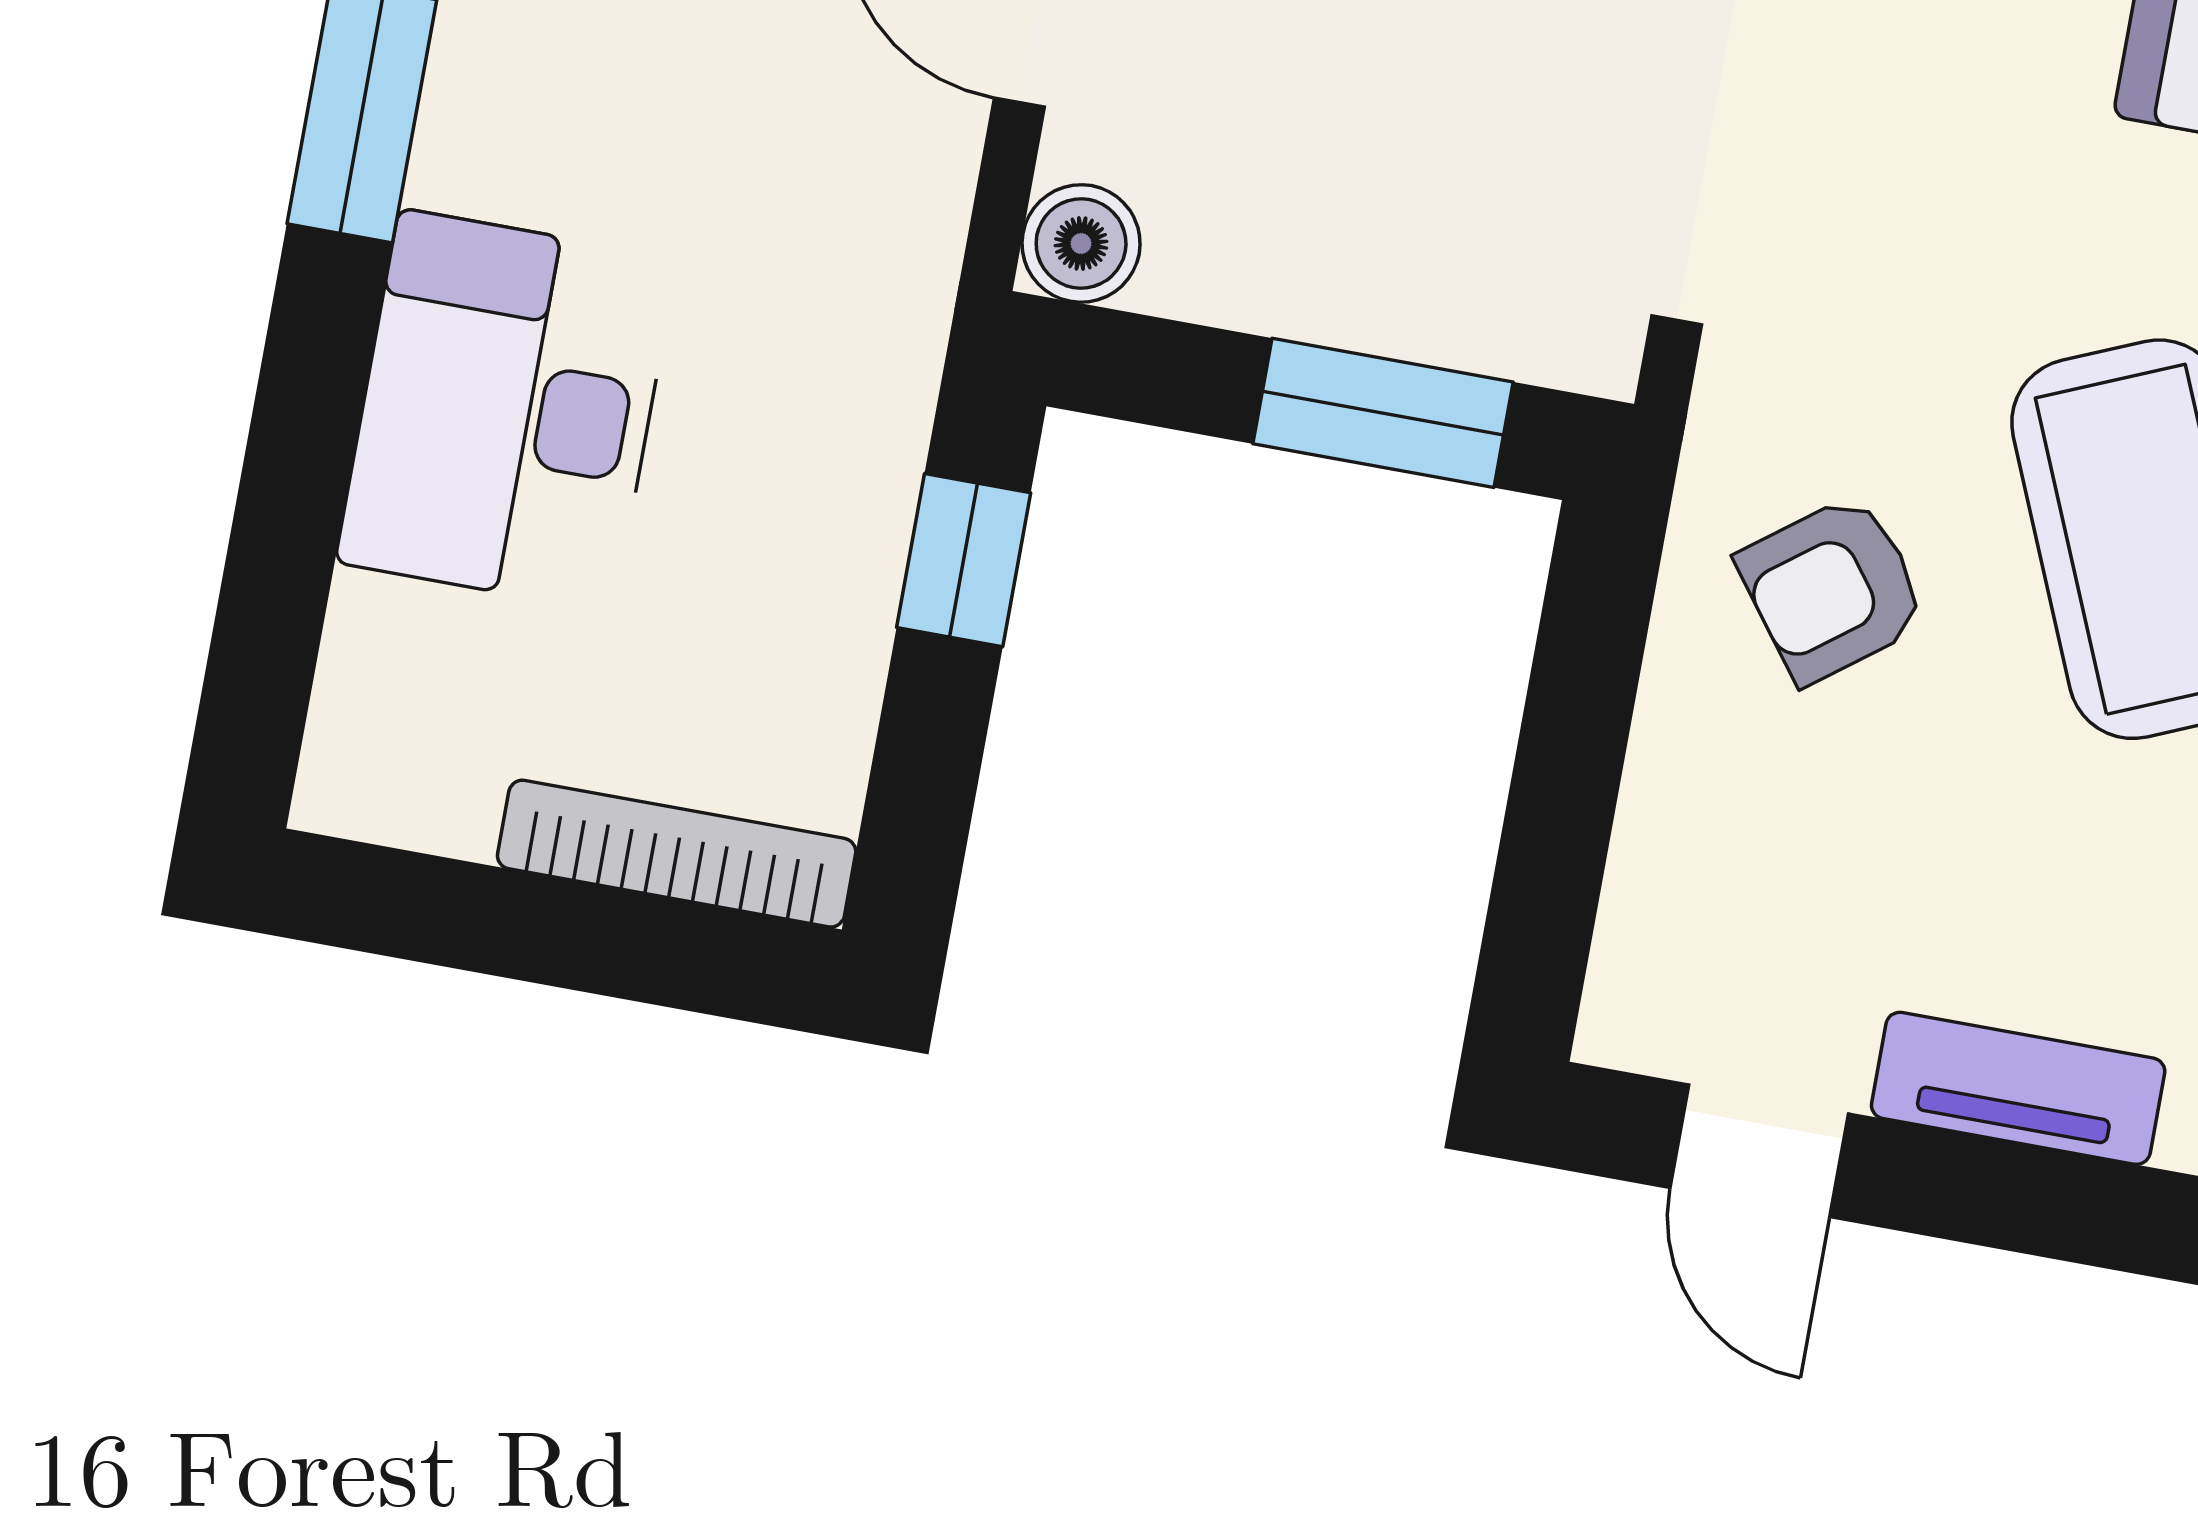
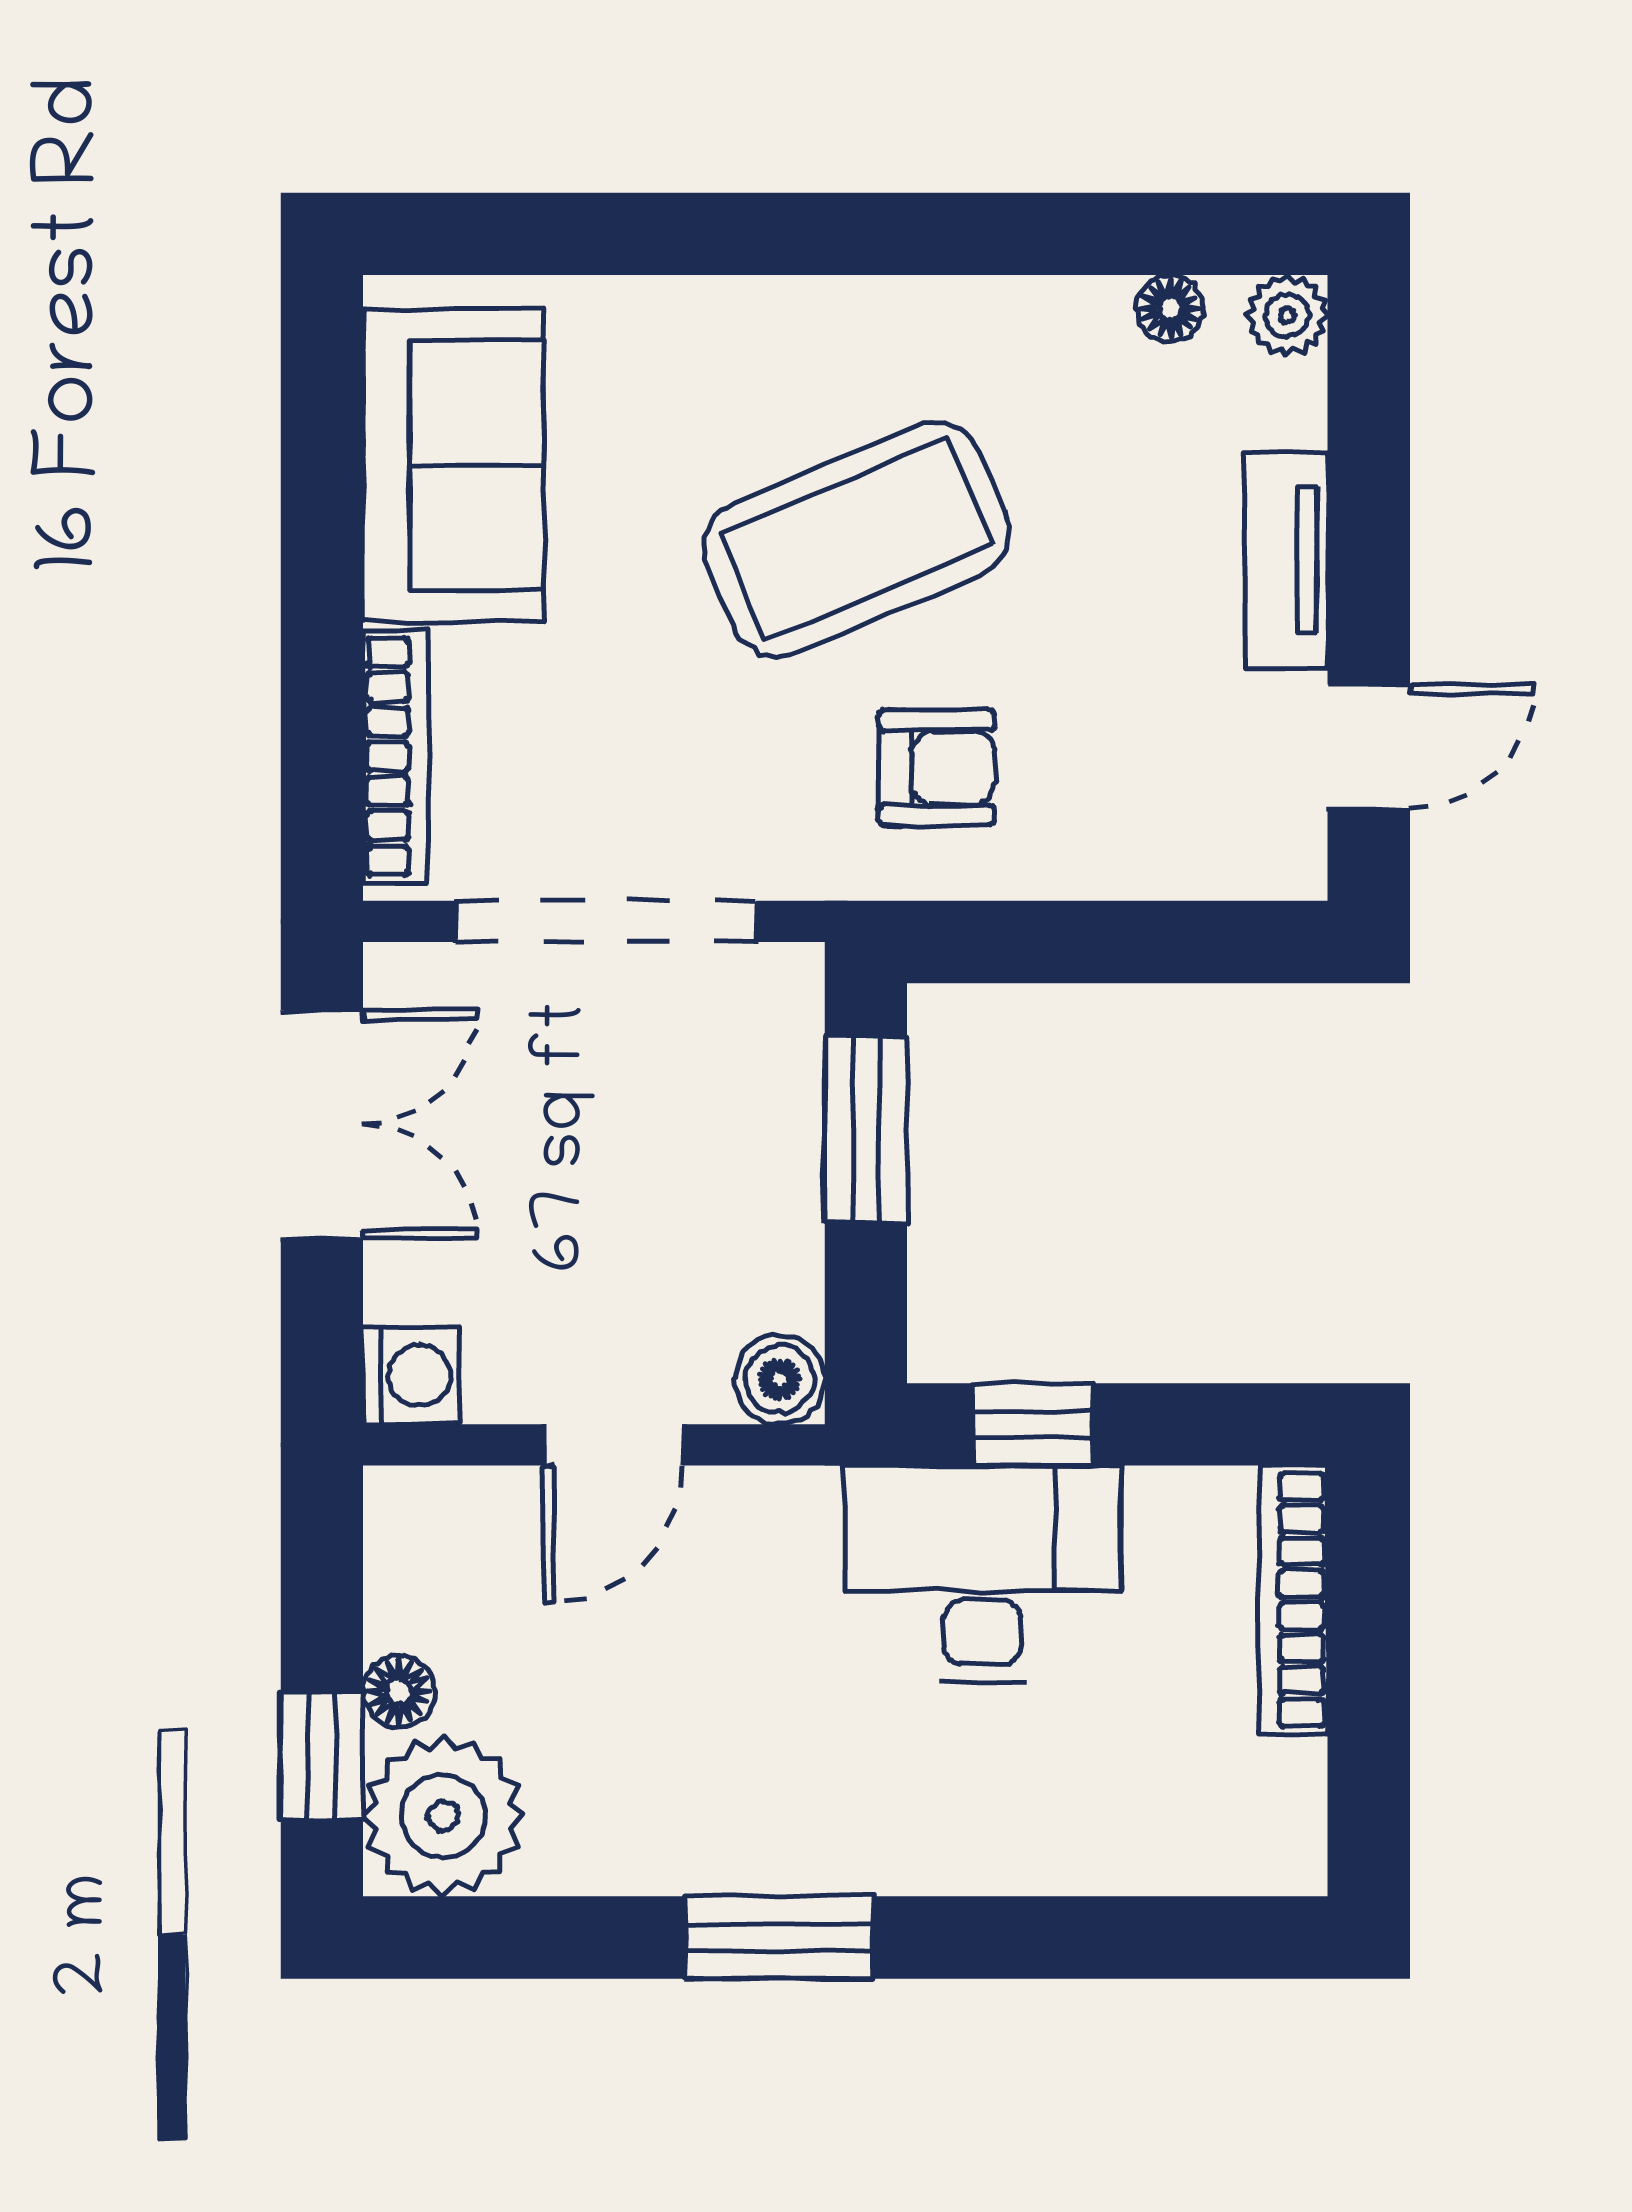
desk: (506, 410) -> (983, 1574), moved, turned 180
armchair: (1833, 589) -> (937, 768), turned -53

